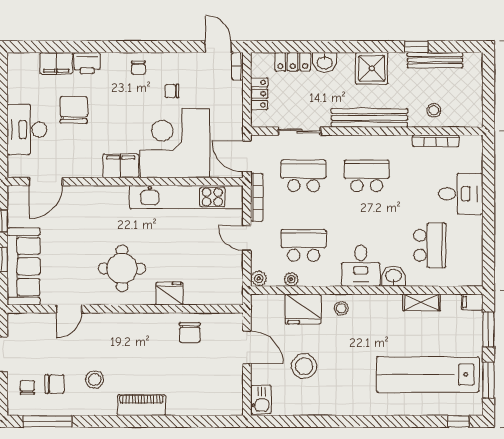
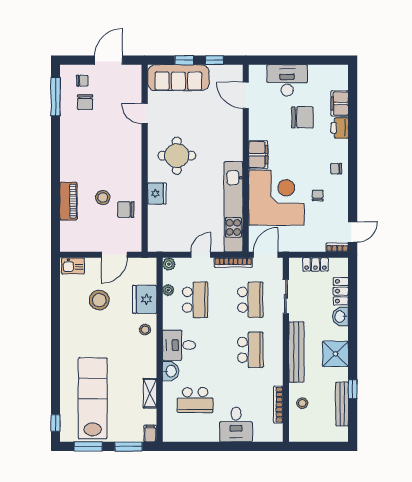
stool: (95, 380) -> (103, 197), moved
piano: (141, 405) -> (68, 201), moved

